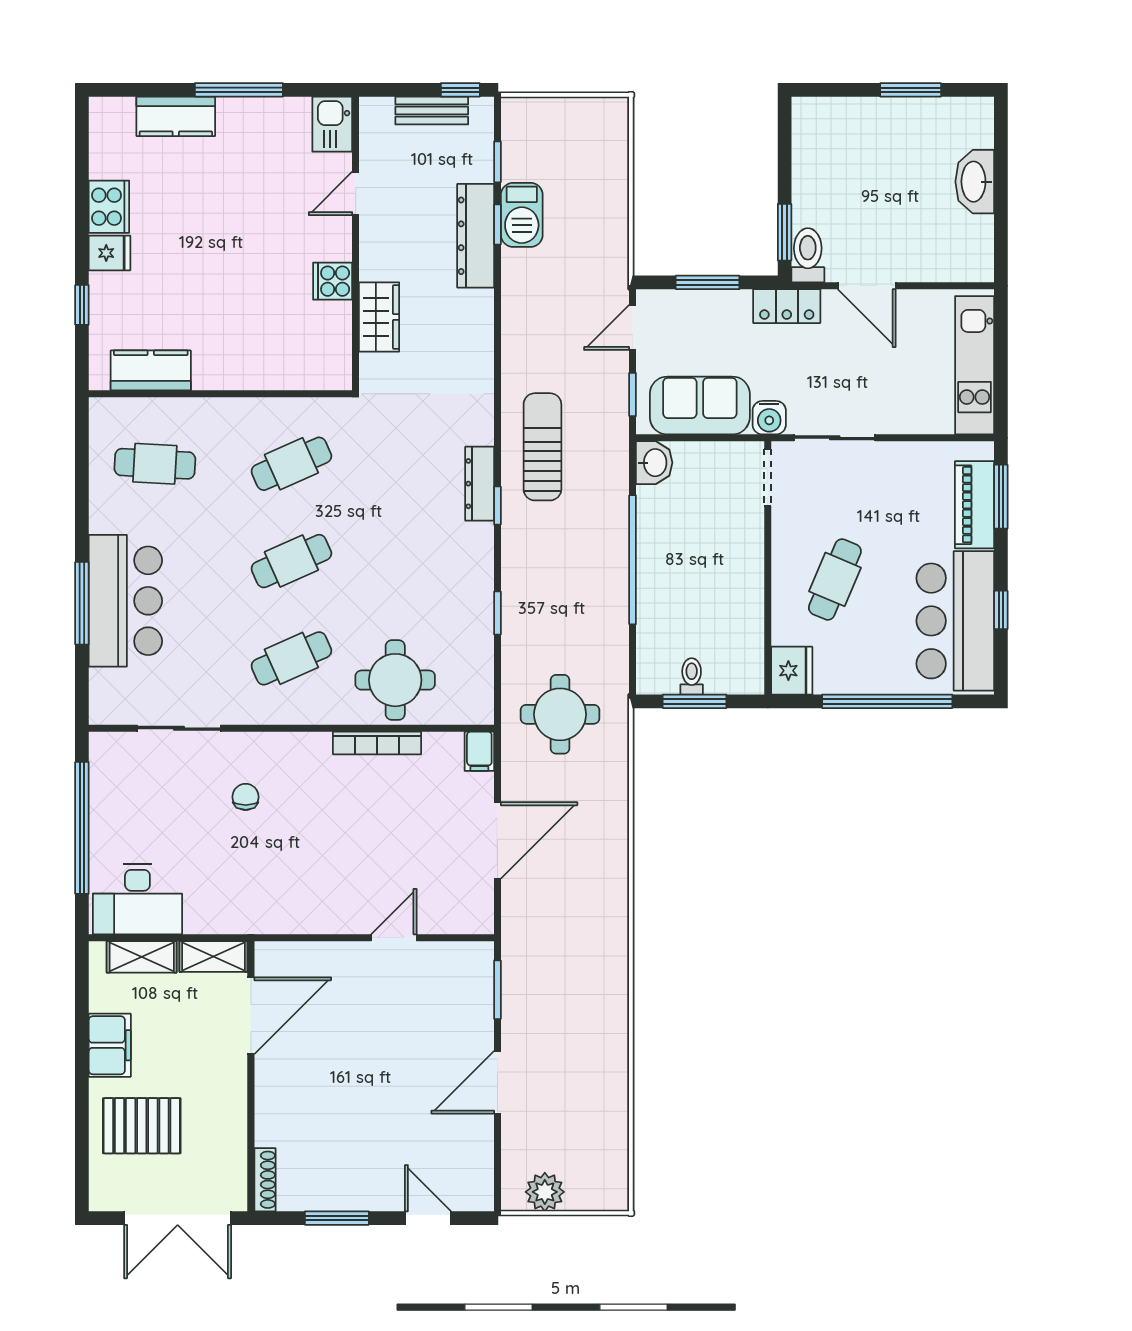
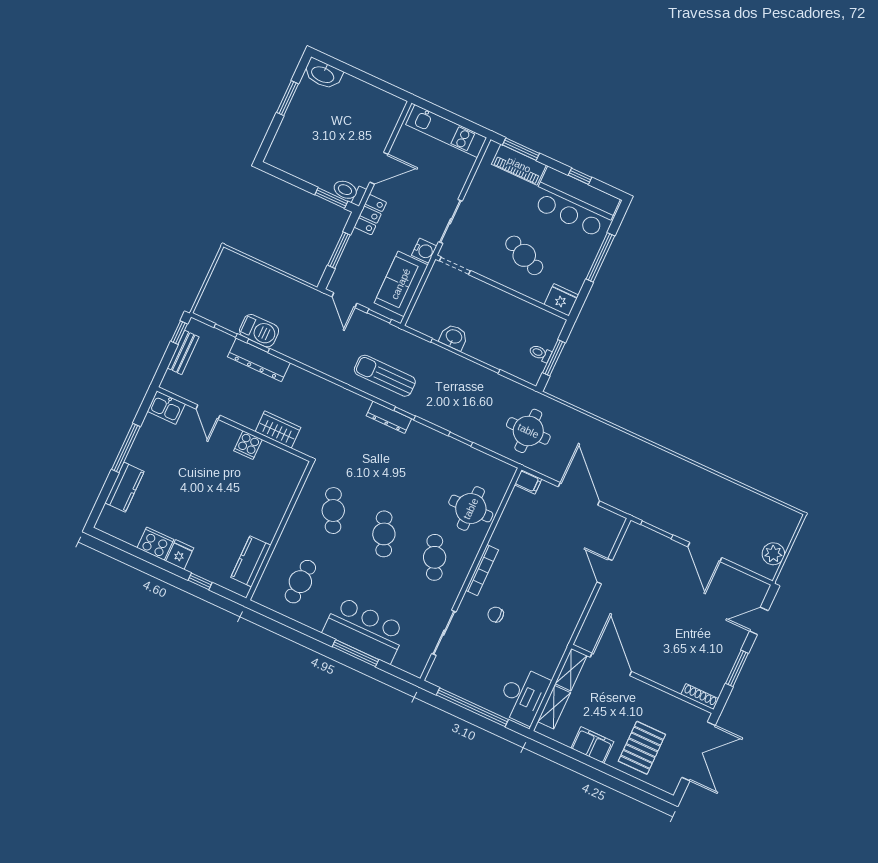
washbasin: (975, 182) -> (323, 74), moved
washbasin: (654, 463) -> (454, 337), moved
window: (887, 701) -> (600, 257), width x0.68
bookcase: (377, 743) -> (482, 570), moved

